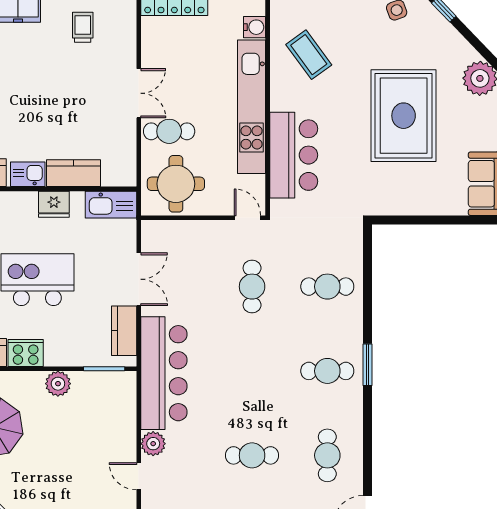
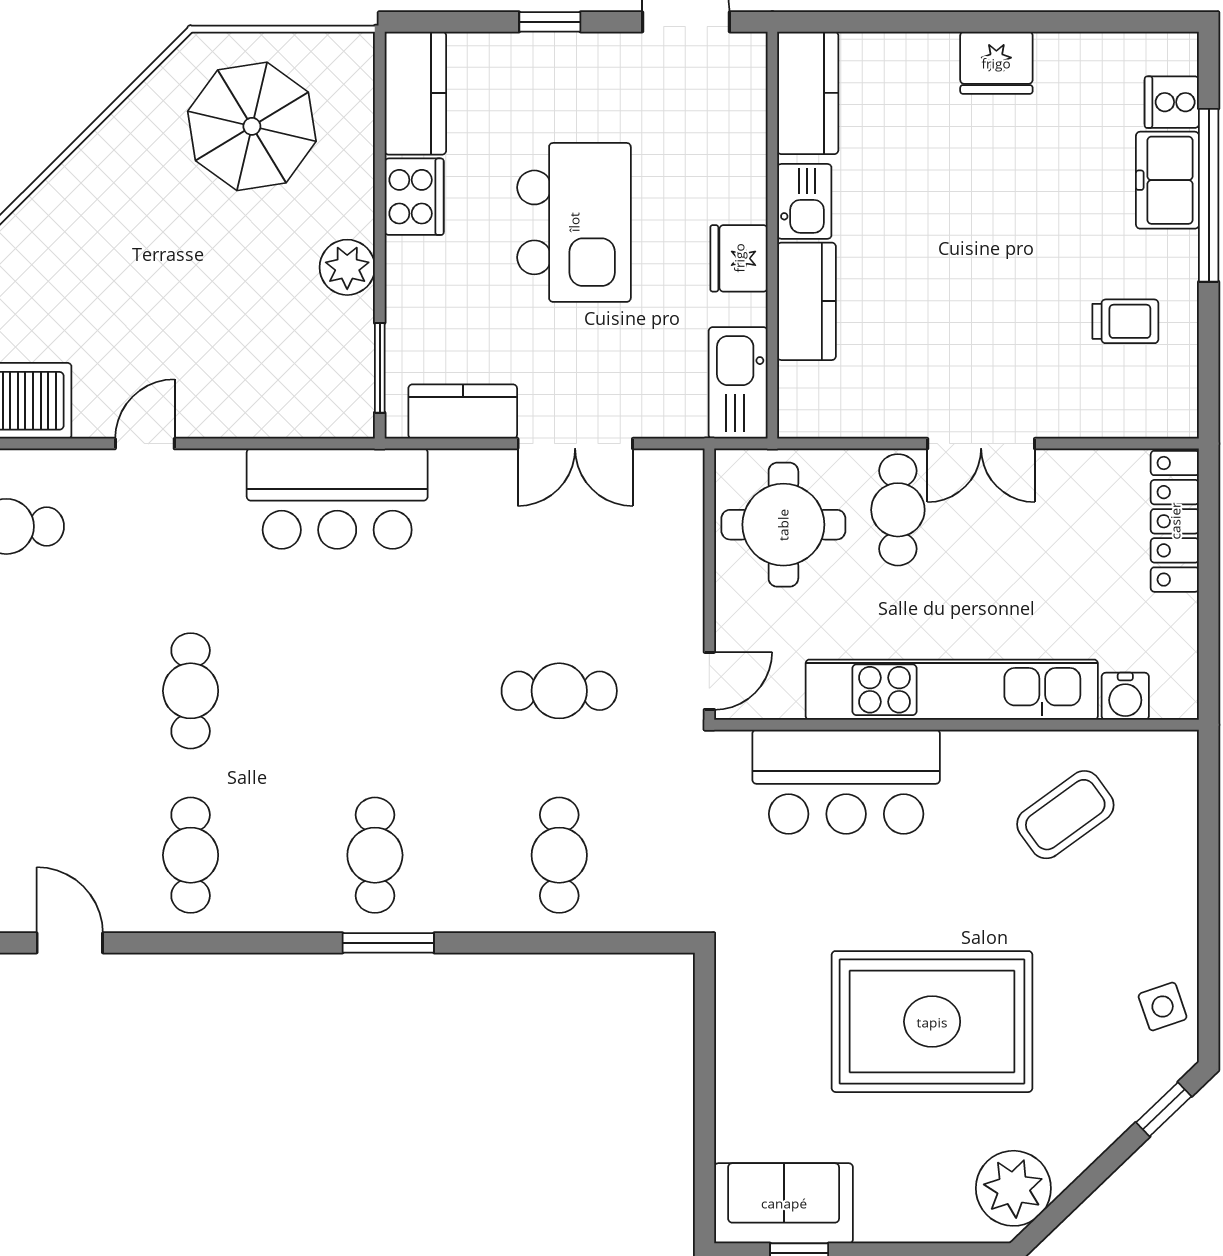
bar counter: (164, 373) -> (337, 499), width x0.73
plant: (153, 444) -> (216, 475), removed
cafe table: (327, 455) -> (191, 855), turned 90

